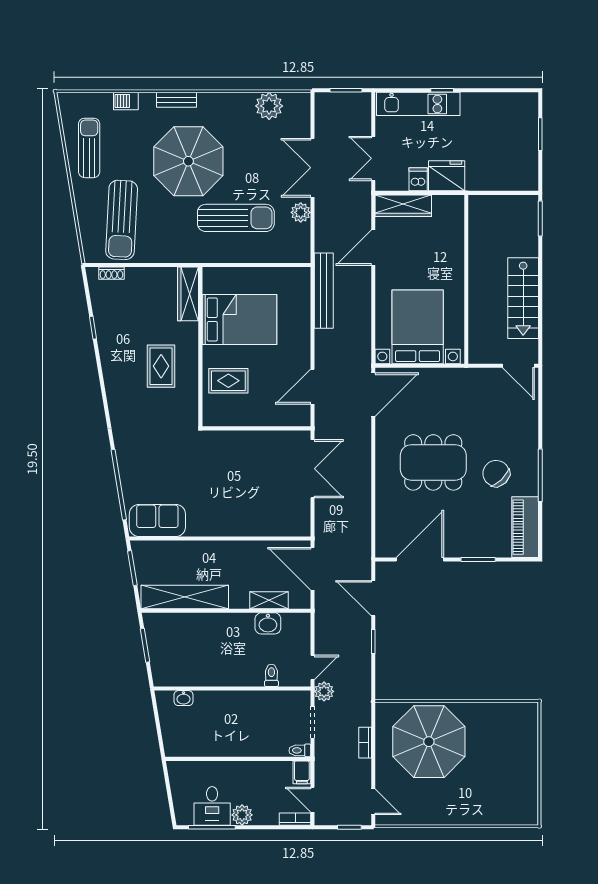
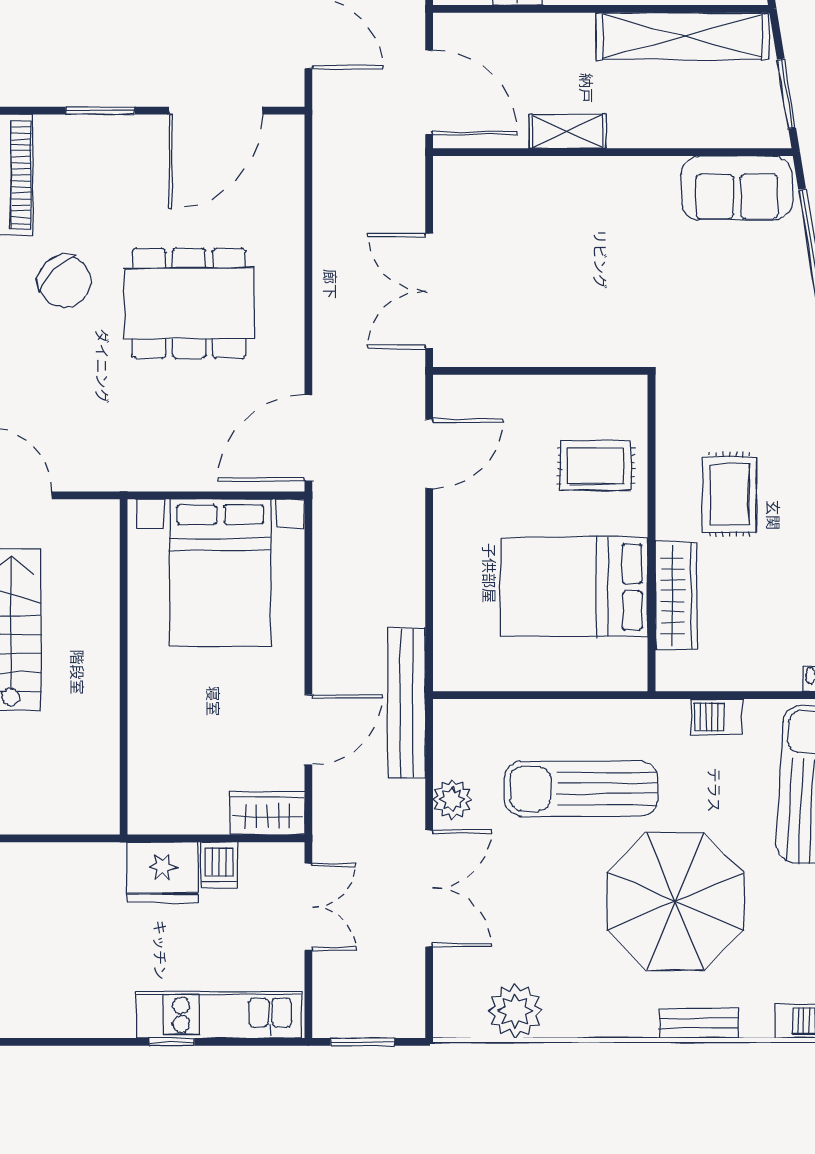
wardrobe: (403, 206) -> (267, 813), width x0.67
barbecue: (168, 254) -> (717, 717), added
bench: (324, 291) -> (407, 703), moved
wardrobe: (188, 294) -> (676, 596), moved
shelving: (269, 600) -> (567, 131), moved

